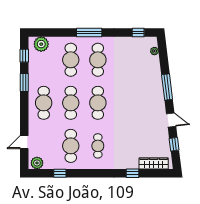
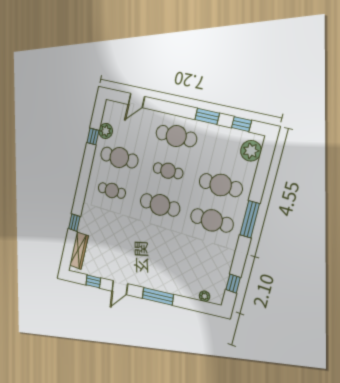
cafe table: (71, 103) -> (168, 171), width x0.73, depth x0.74
door: (24, 142) -> (136, 100), swing flipped
plant: (37, 163) -> (106, 131), moved

